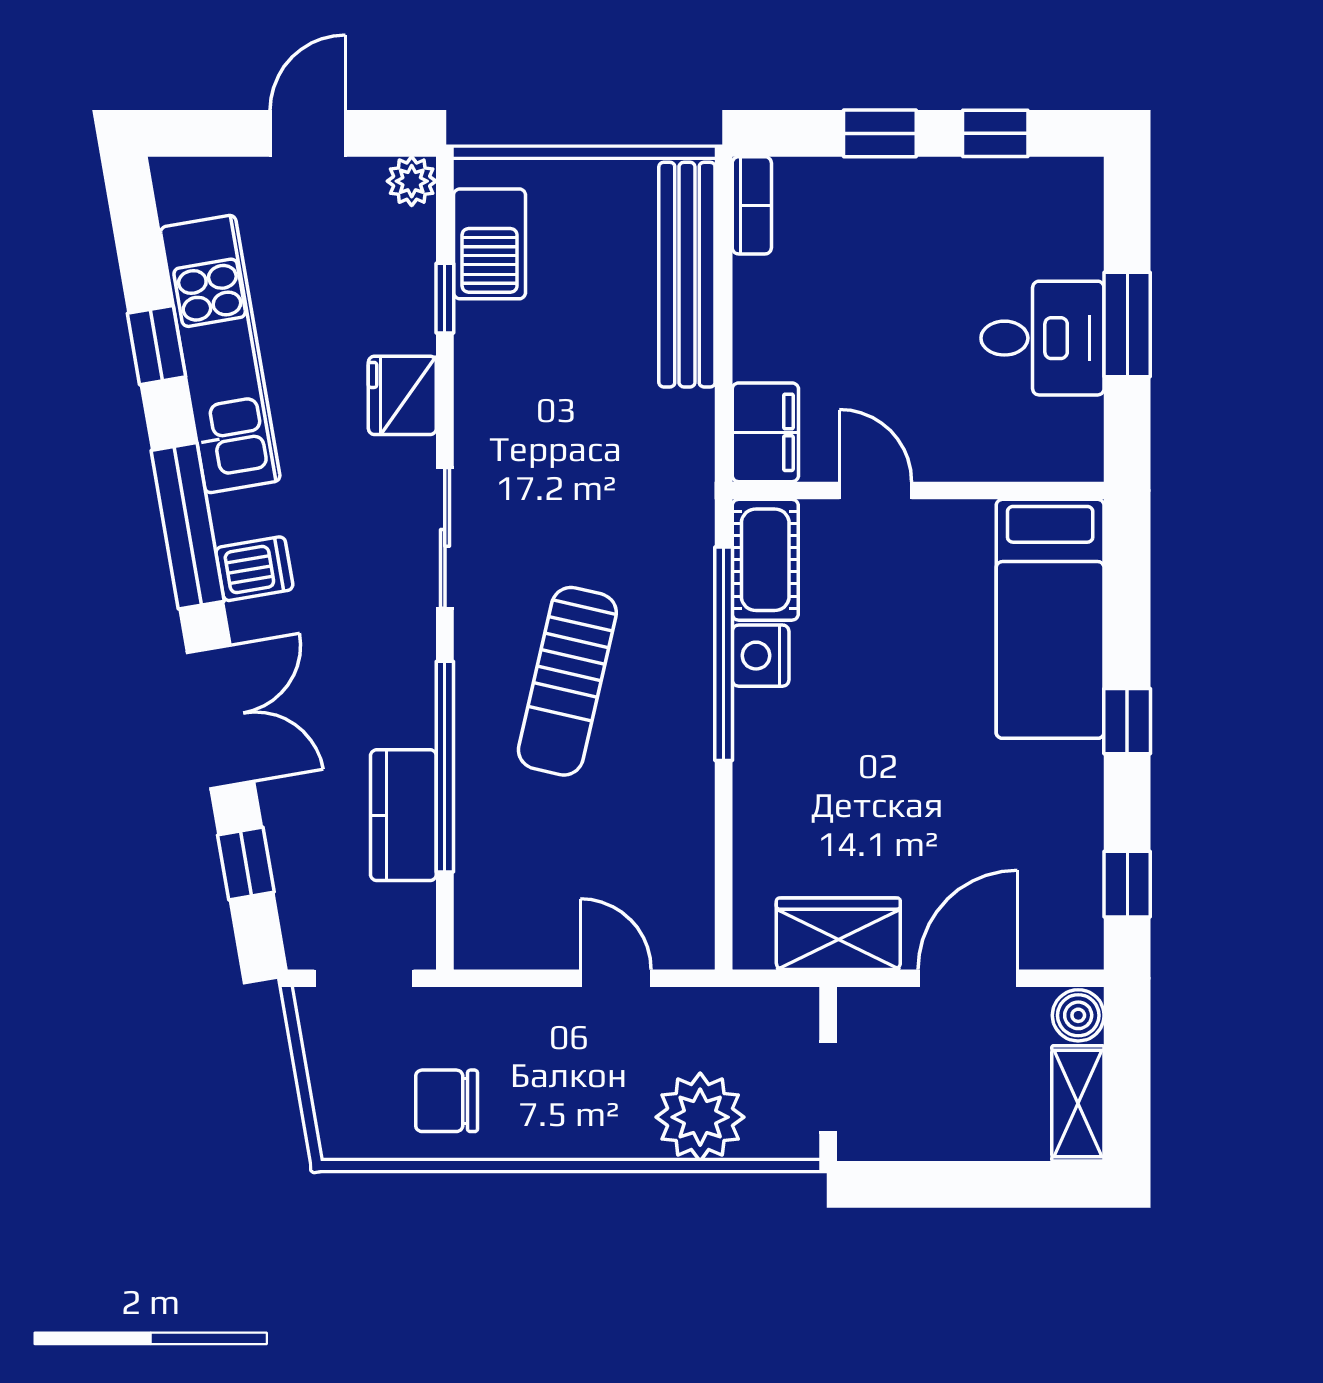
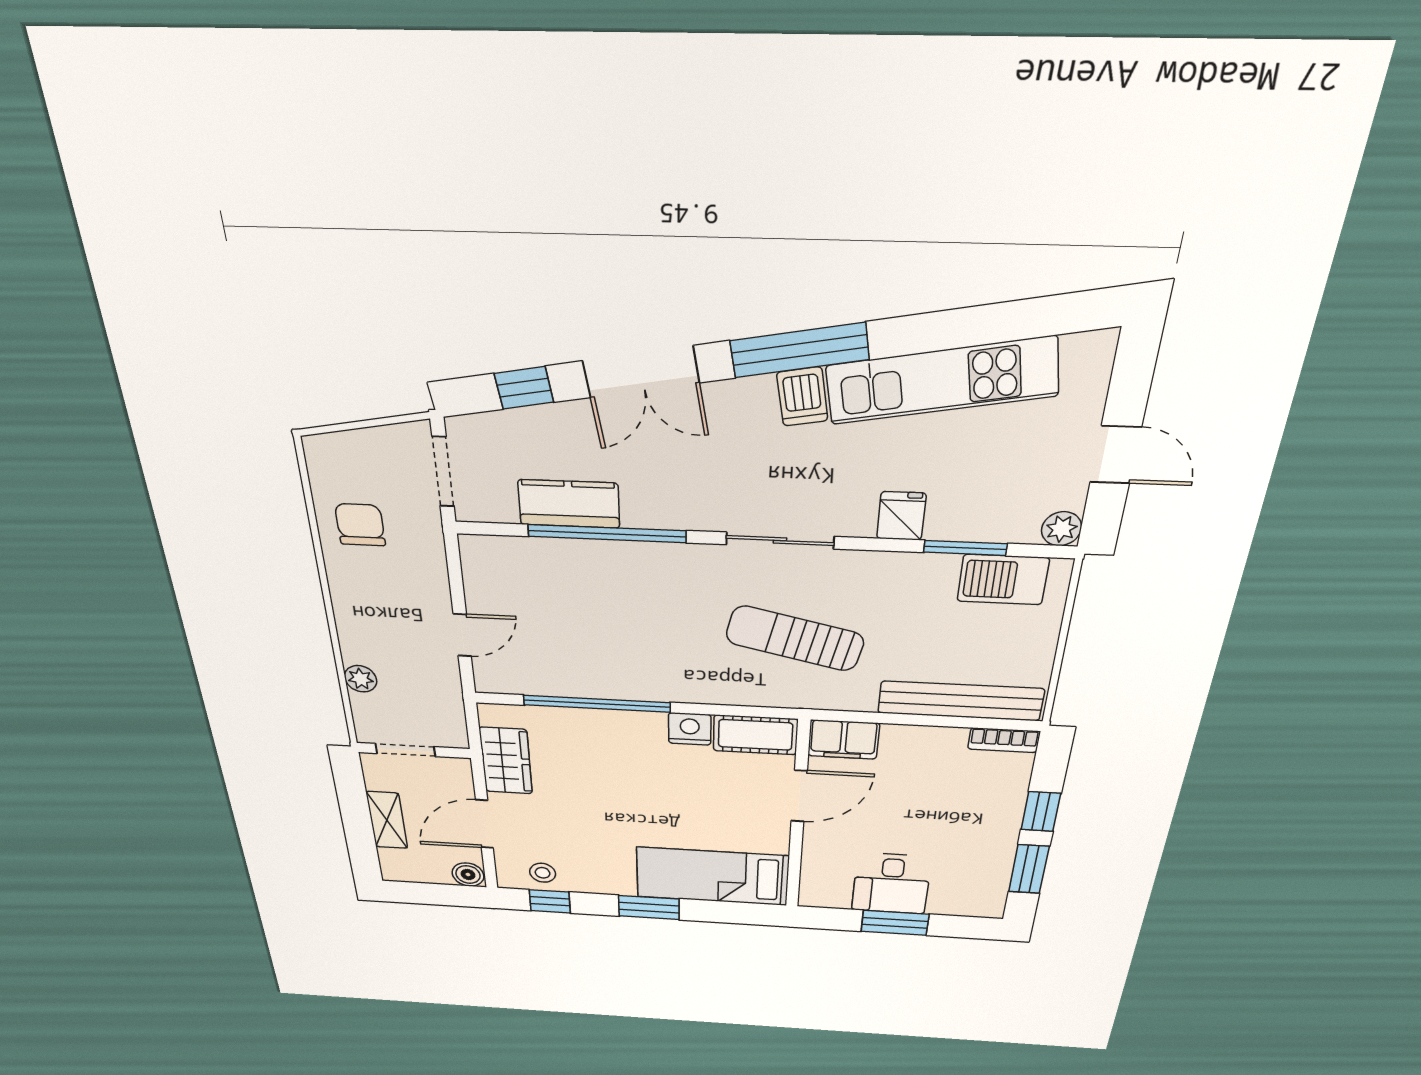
window: (995, 133) -> (1029, 869), width x1.50
window: (445, 298) -> (965, 548), width x1.50
window: (156, 345) -> (956, 329), removed
fridge: (402, 395) -> (901, 516), width x0.72
door: (876, 491) -> (799, 796), width x1.38
dishwasher: (254, 569) -> (802, 397), moved
window: (724, 654) -> (597, 704), moved
sun lounger: (567, 681) -> (795, 638), moved
window: (1127, 721) -> (649, 907), width x1.50
stool: (1064, 892) -> (543, 873), added
door: (968, 978) -> (484, 824), swing flipped
shelving: (1078, 1103) -> (387, 820), moved, turned 90
plant: (700, 1117) -> (361, 679), width x0.53, depth x0.53

